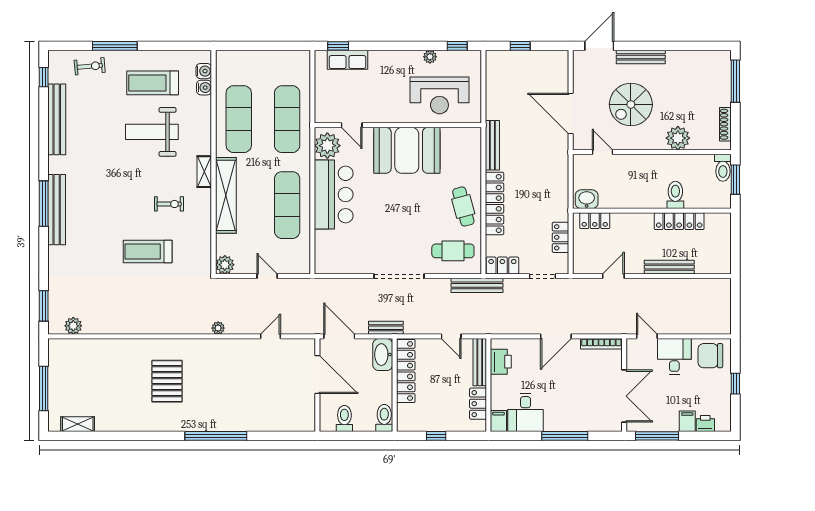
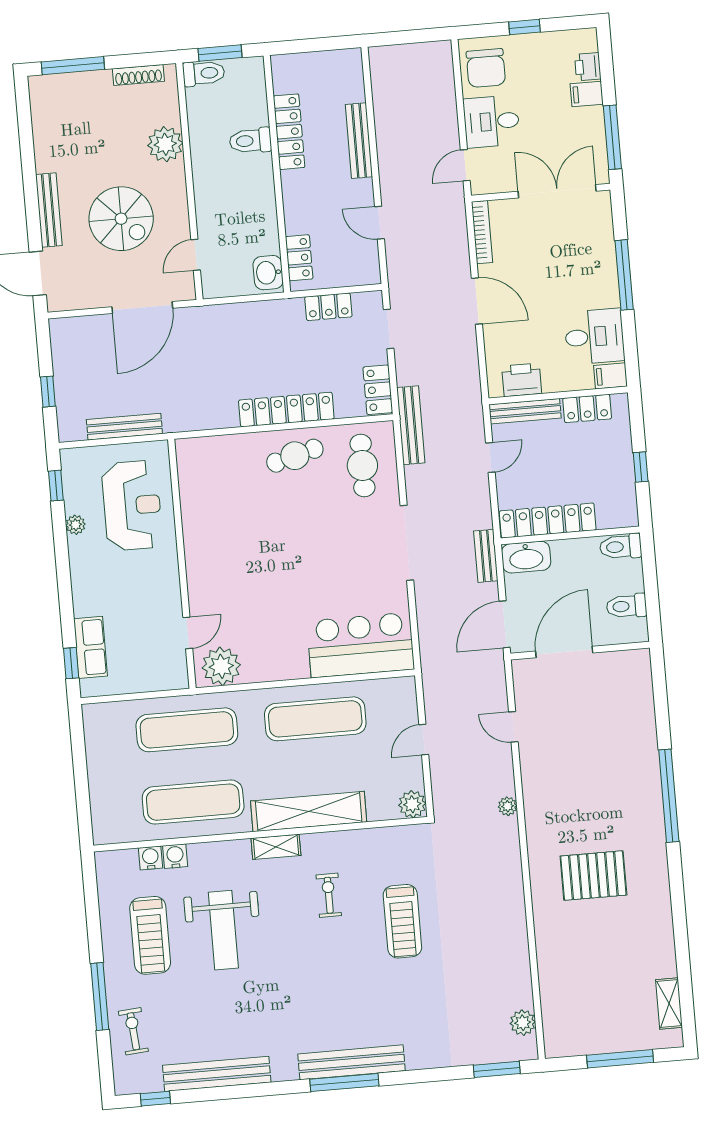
water cooler: (204, 71) -> (175, 856), moved
bench: (492, 145) -> (124, 427), moved
booth: (407, 150) -> (218, 547), removed
bar counter: (334, 195) -> (361, 645), moved

